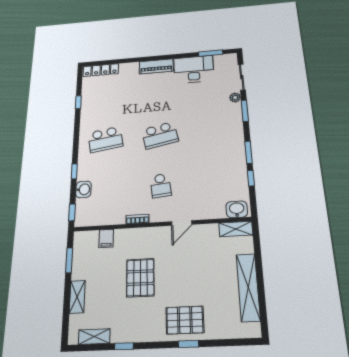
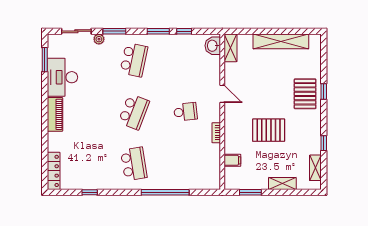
school desk: (216, 131) -> (134, 60), added
school desk: (160, 135) -> (134, 112), turned 33
window: (74, 171) -> (165, 192), width x3.17
washbasin: (83, 189) -> (184, 183), removed
window: (72, 212) -> (206, 192), removed

